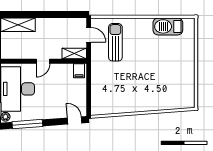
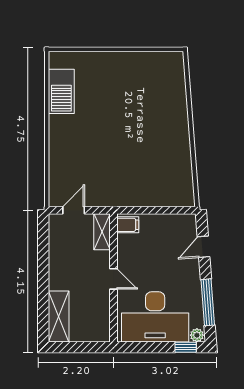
sun lounger: (115, 42) -> (85, 170), removed
door: (75, 120) -> (204, 247), moved

